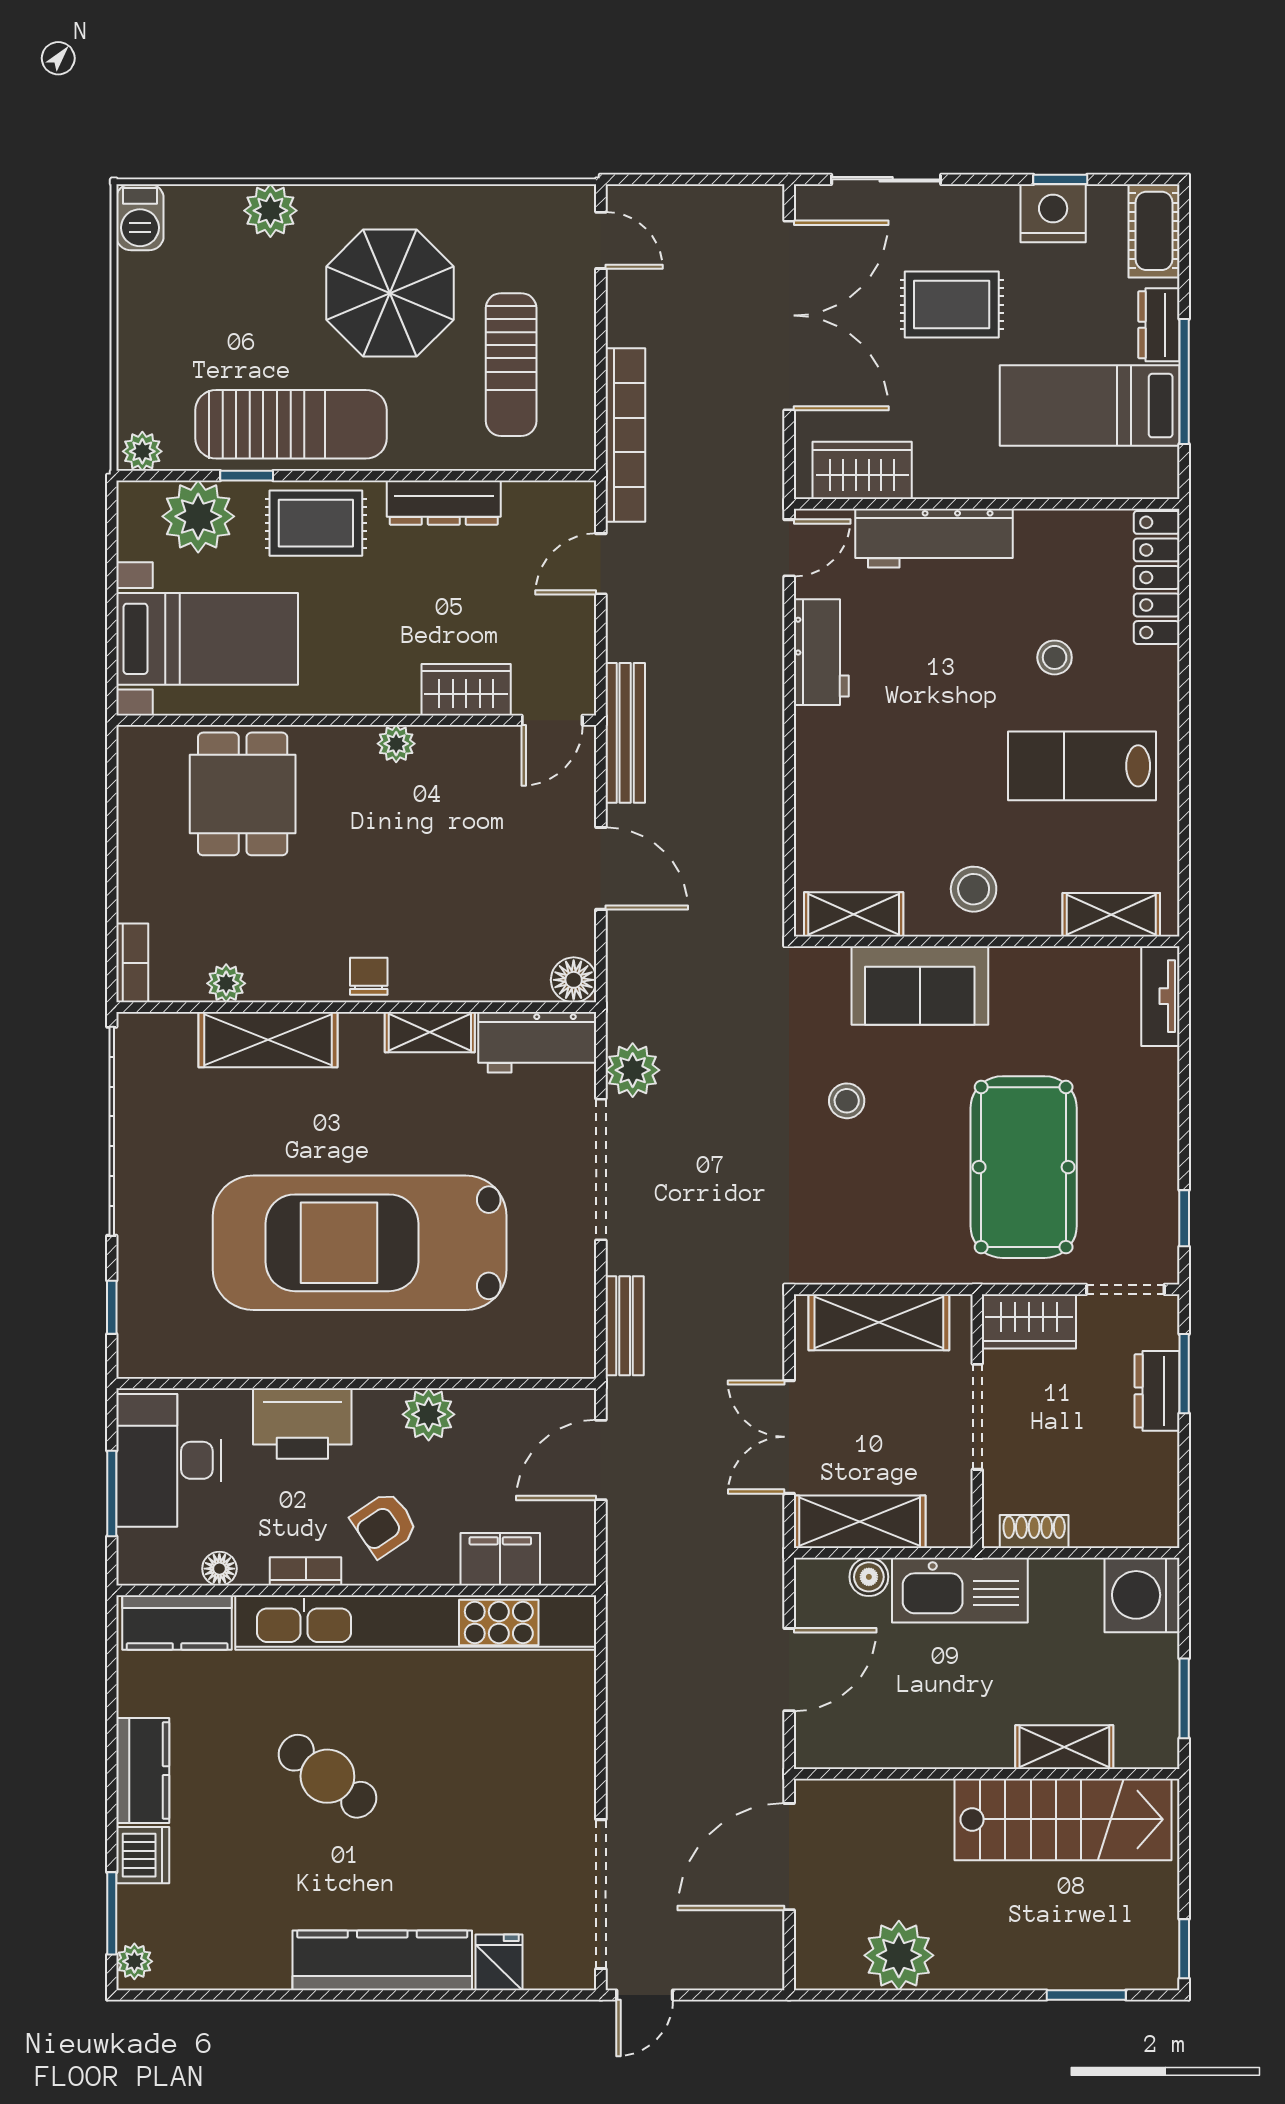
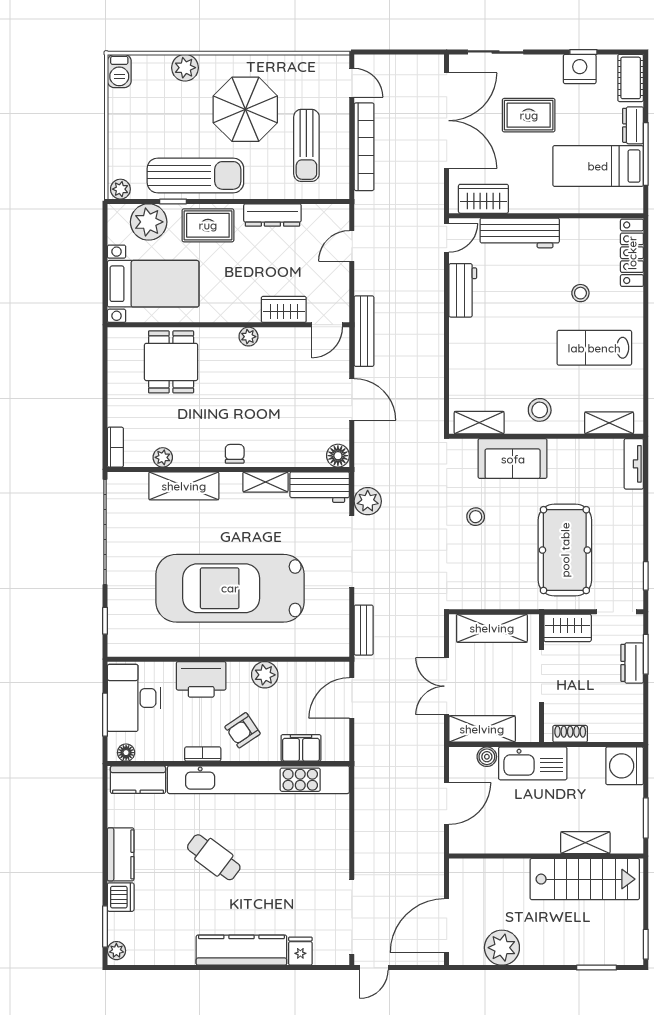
bookcase: (625, 435) -> (364, 147), moved
floor lamp: (219, 1569) -> (126, 753), moved
door: (789, 1857) -> (447, 926), moved

